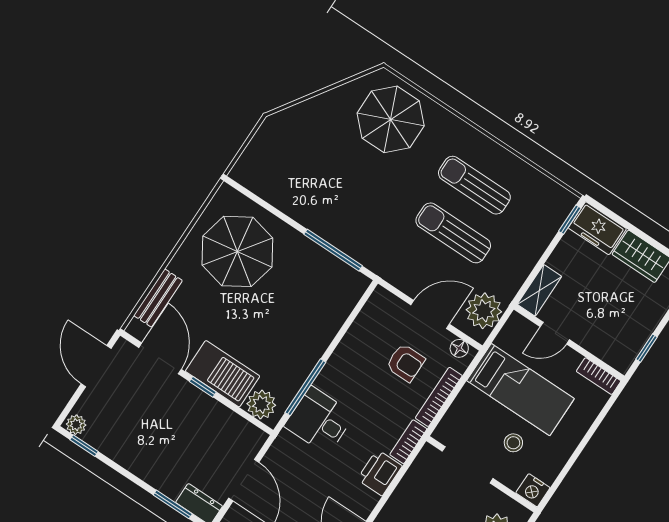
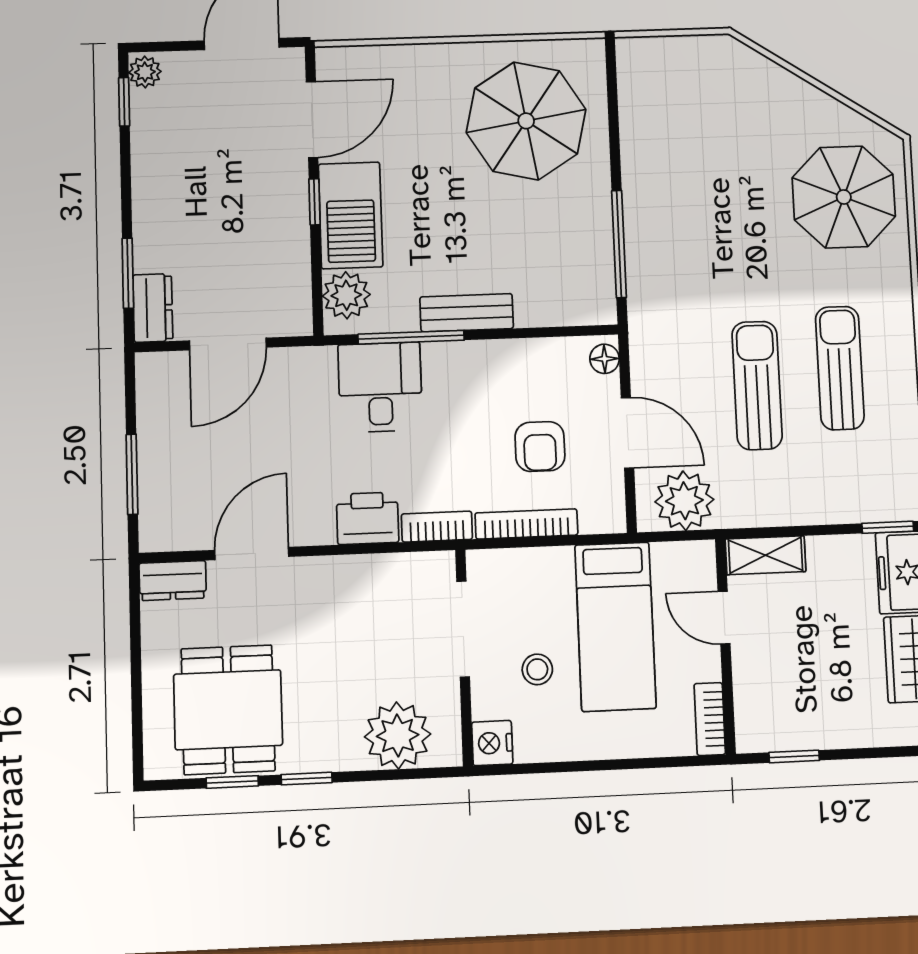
bench: (158, 298) -> (467, 313), moved
floor lamp: (459, 348) -> (605, 359), moved

